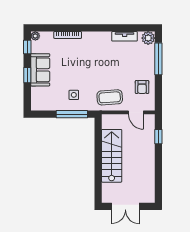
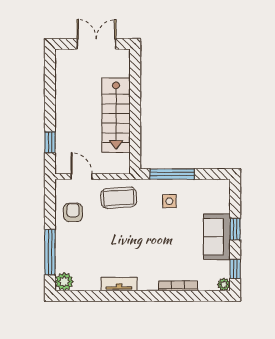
tv unit: (125, 36) -> (119, 284), moved

